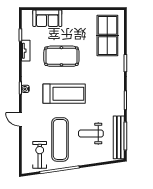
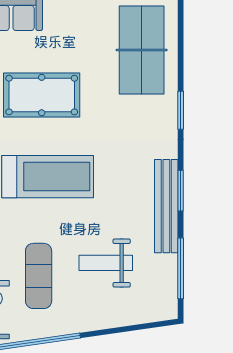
bench: (119, 137) -> (166, 206), moved
exercise mat: (60, 139) -> (39, 276), width x0.73, depth x0.69

